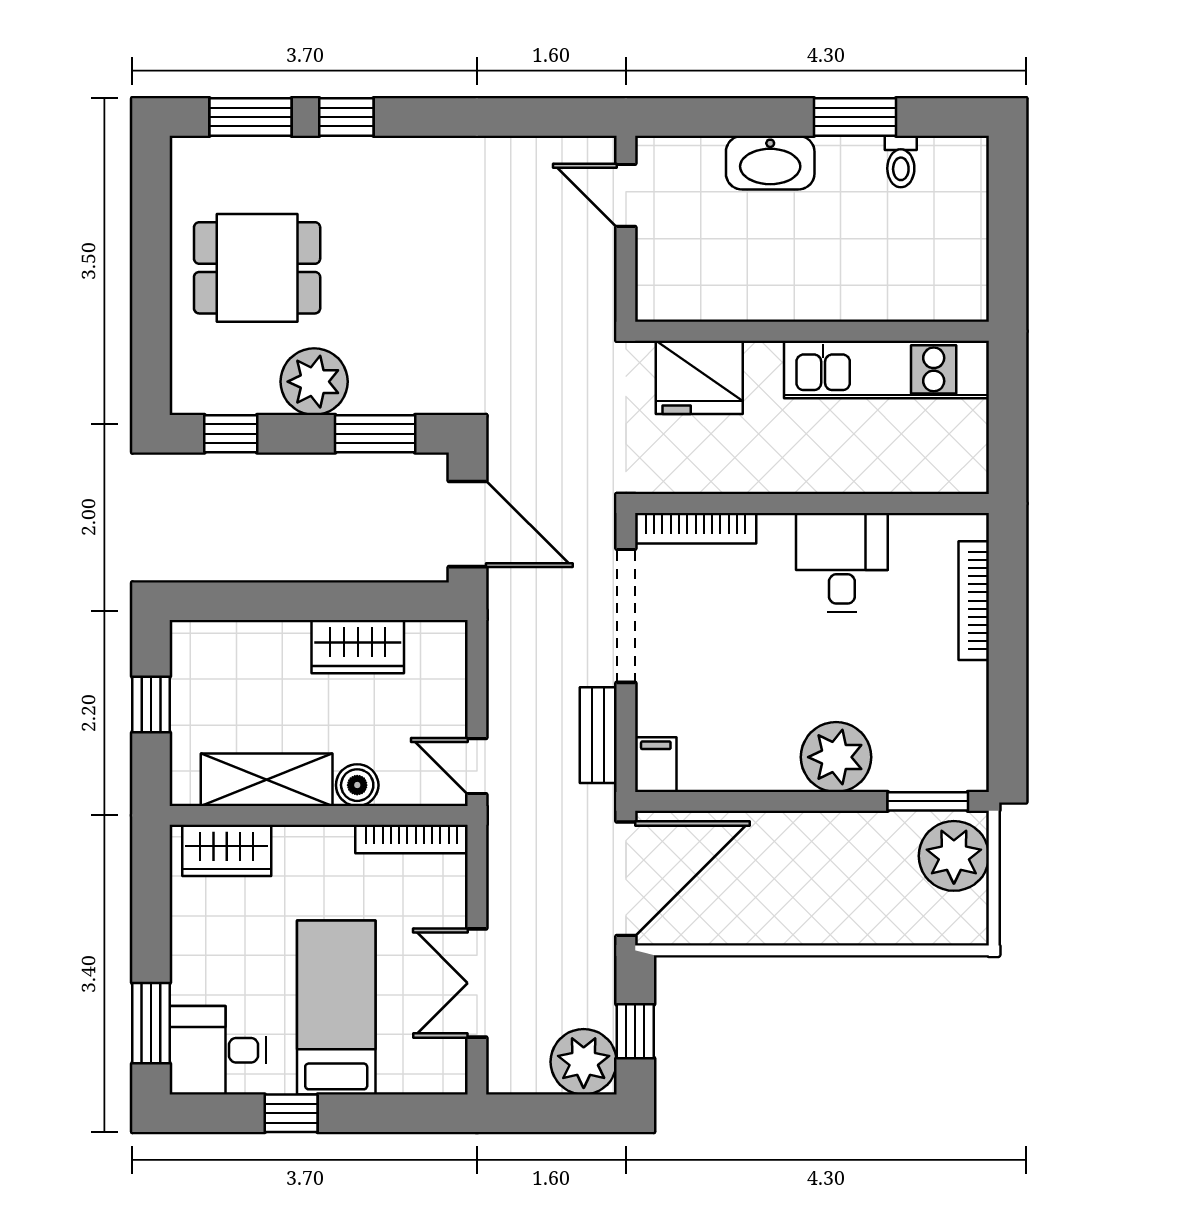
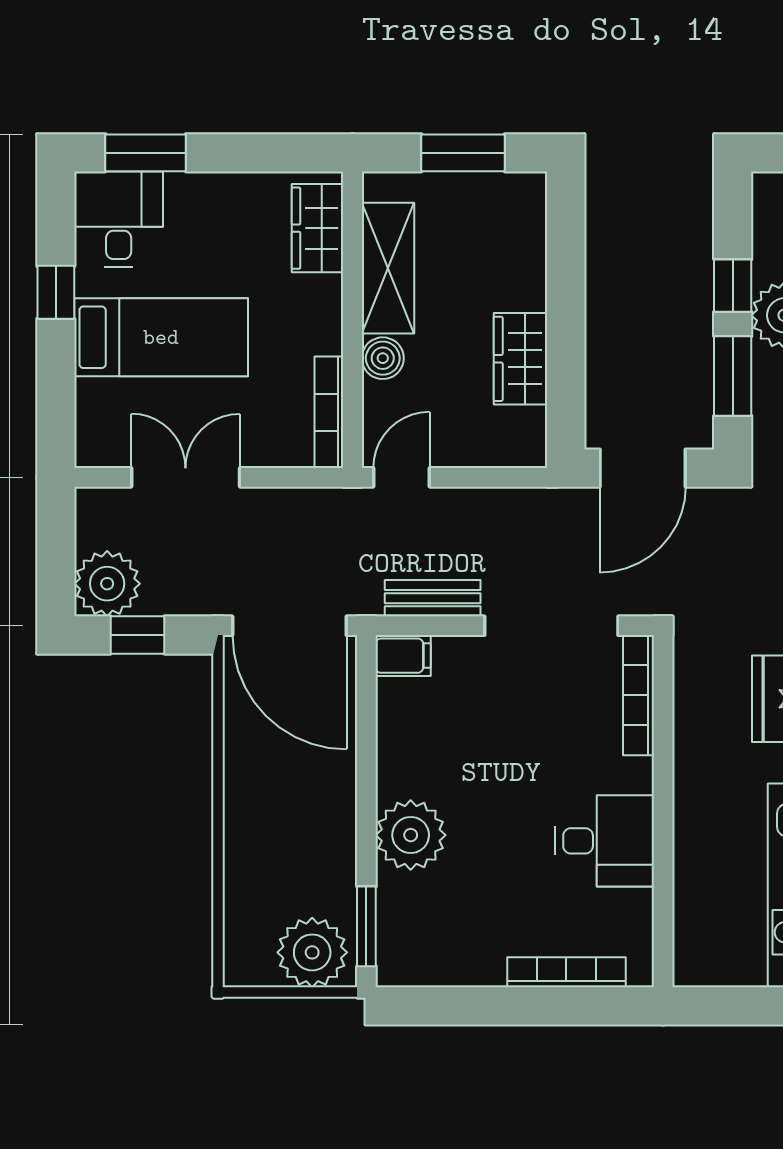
window: (231, 434) -> (733, 286), moved
window: (151, 704) -> (463, 153), width x1.50

